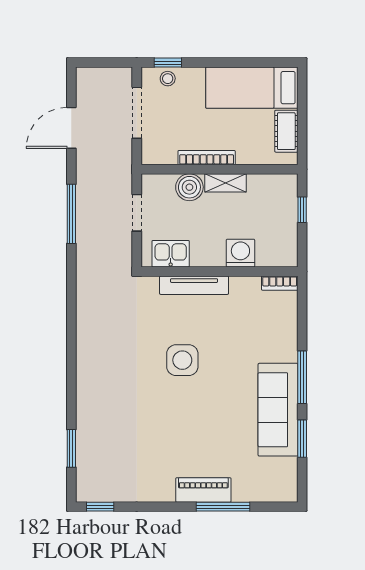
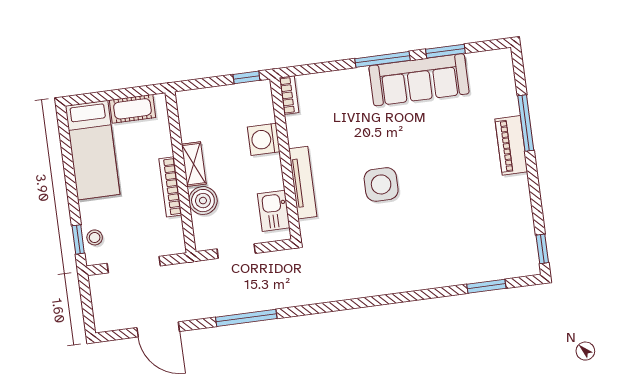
window: (302, 210) -> (246, 77), moved

